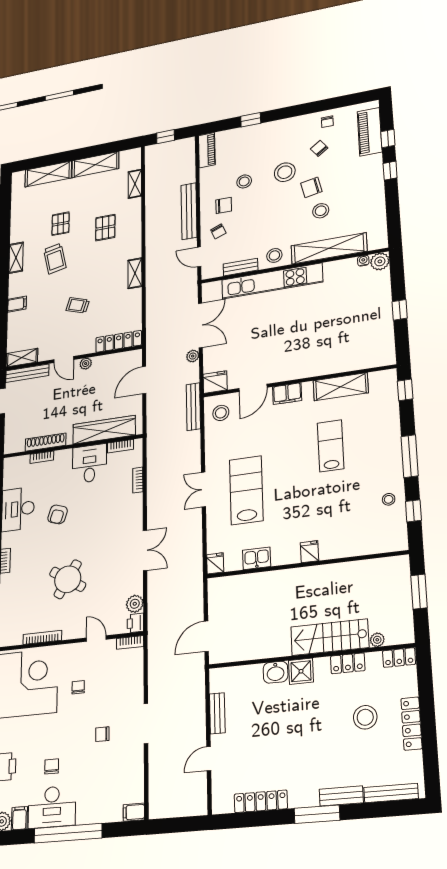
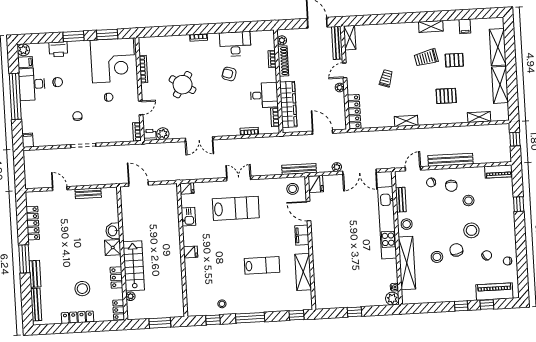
filing cabinet: (17, 304) -> (465, 26), moved
plant: (18, 446) -> (282, 40), added

